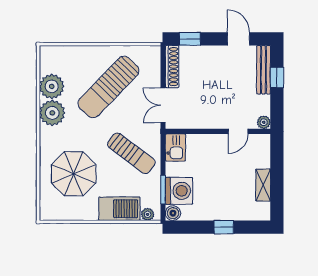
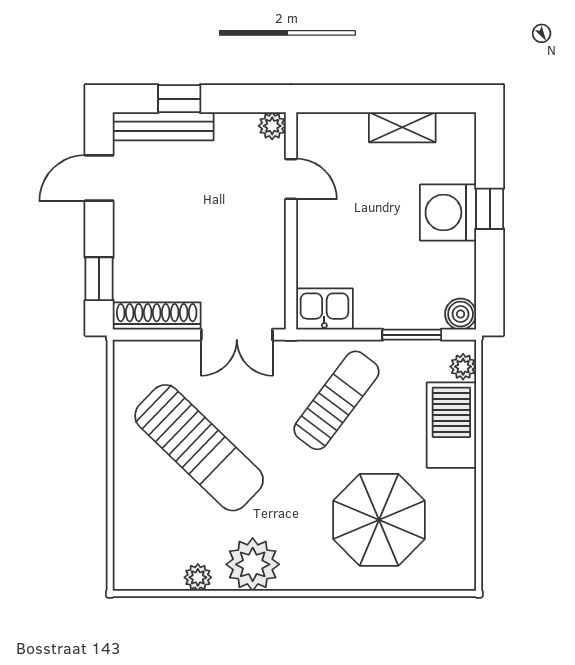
plant: (52, 86) -> (198, 577), width x0.53, depth x0.53
washing machine: (179, 191) -> (448, 213), moved, turned -90

